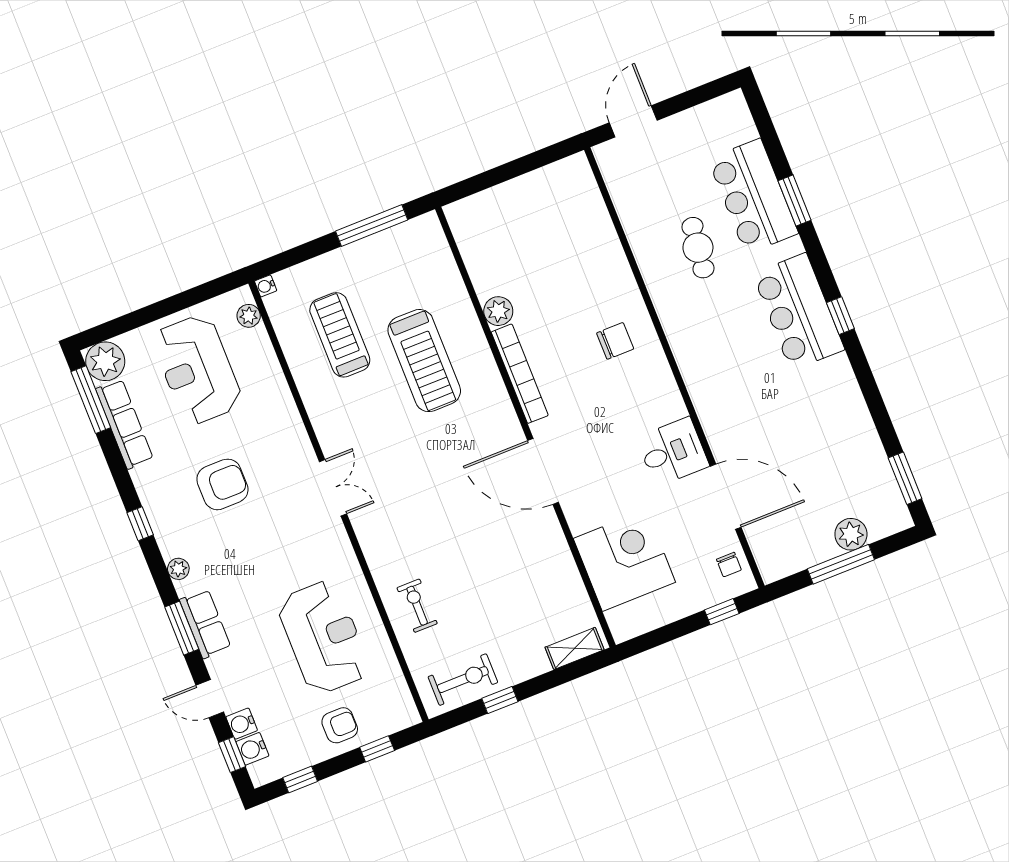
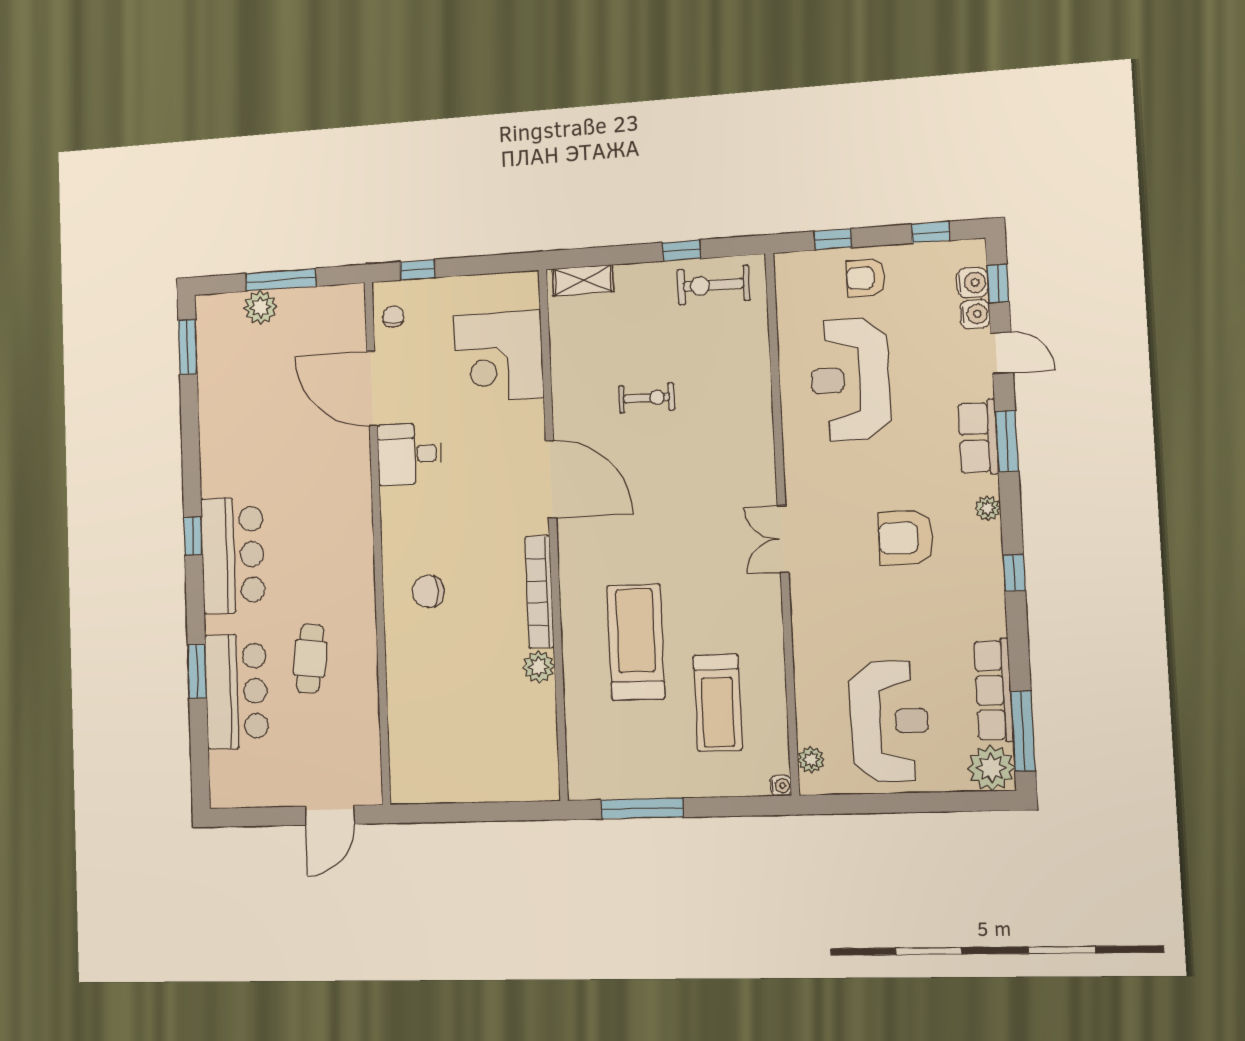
armchair: (222, 484) -> (906, 538), moved
exercise bike: (417, 606) -> (647, 398), moved, turned -90

